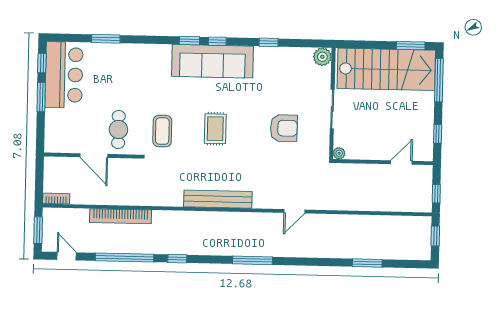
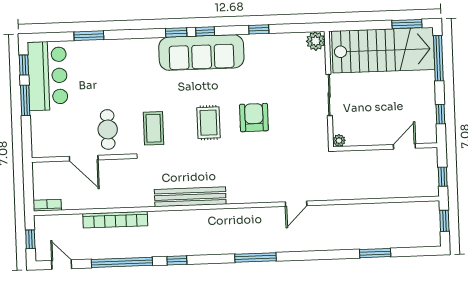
armchair: (284, 128) -> (254, 118), moved, turned -90
bench: (218, 199) -> (190, 197), moved
window: (38, 230) -> (30, 239), width x0.67

